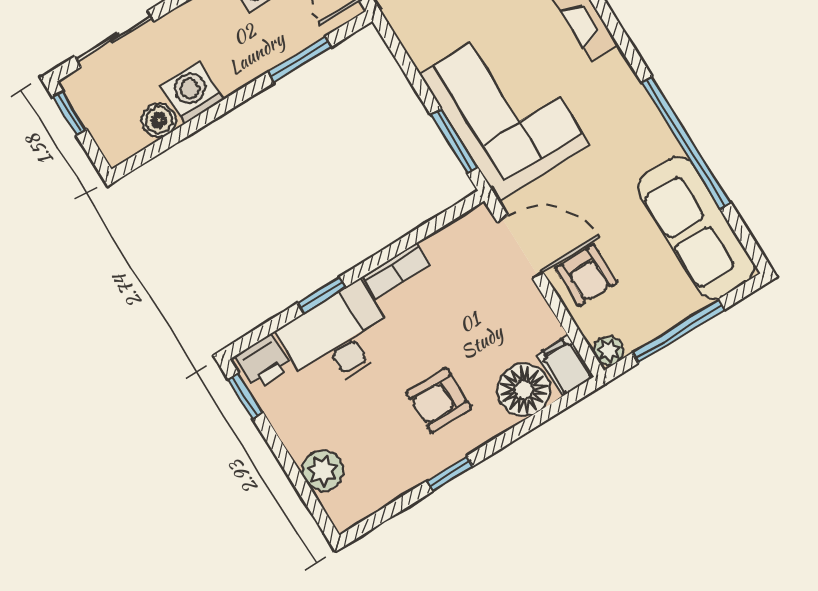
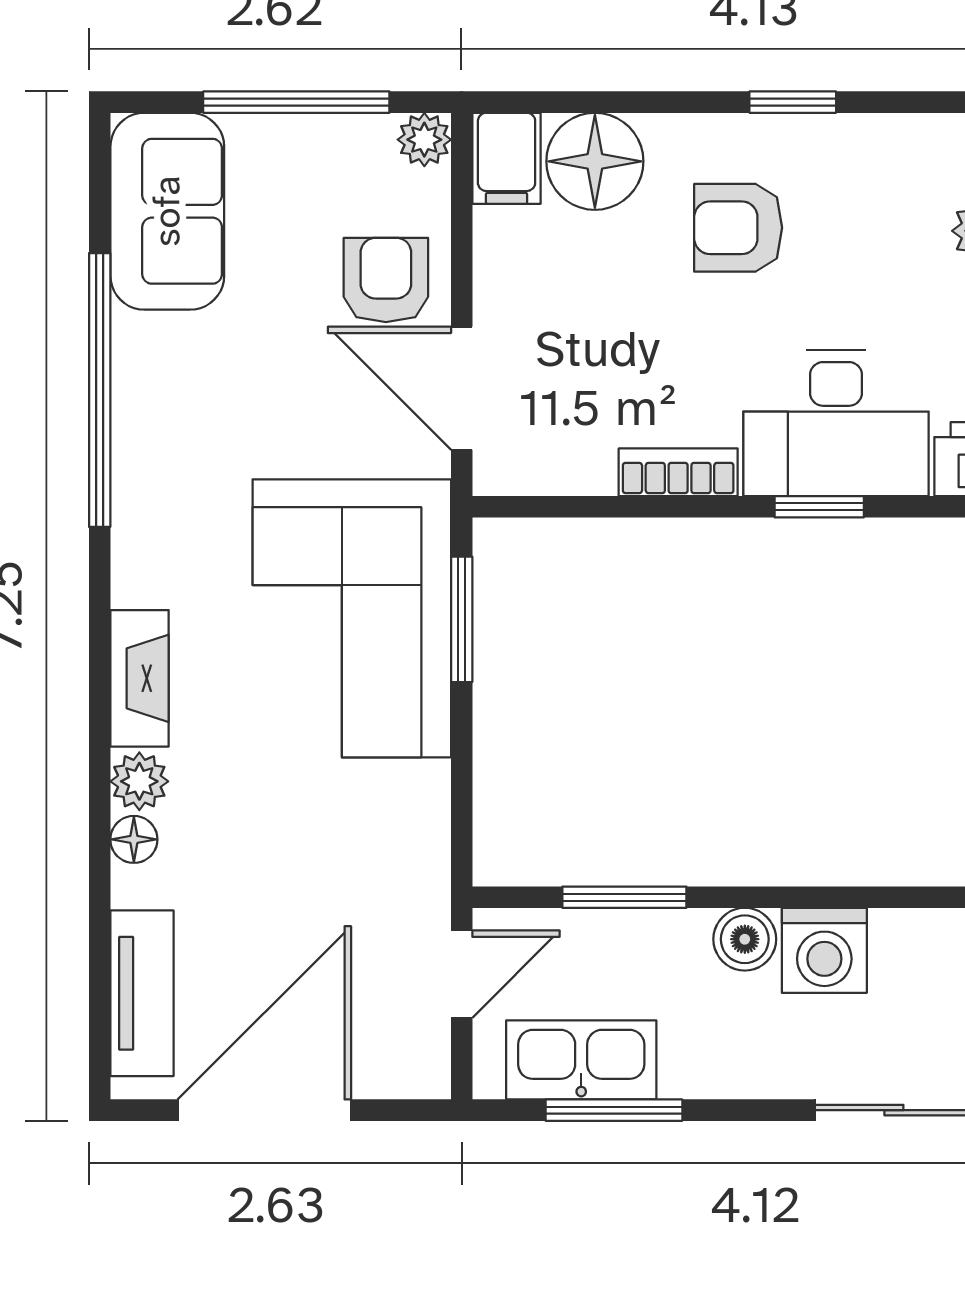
boiler: (159, 120) -> (745, 939), moved
sofa: (696, 228) -> (167, 211), width x0.73
armchair: (439, 400) -> (738, 228), turned 180

